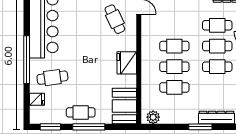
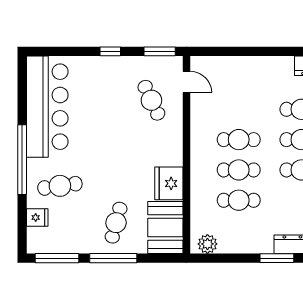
fridge: (127, 63) -> (169, 183), moved
cafe table: (81, 112) -> (116, 223), moved, turned -75
window: (50, 127) -> (57, 258), width x1.44

